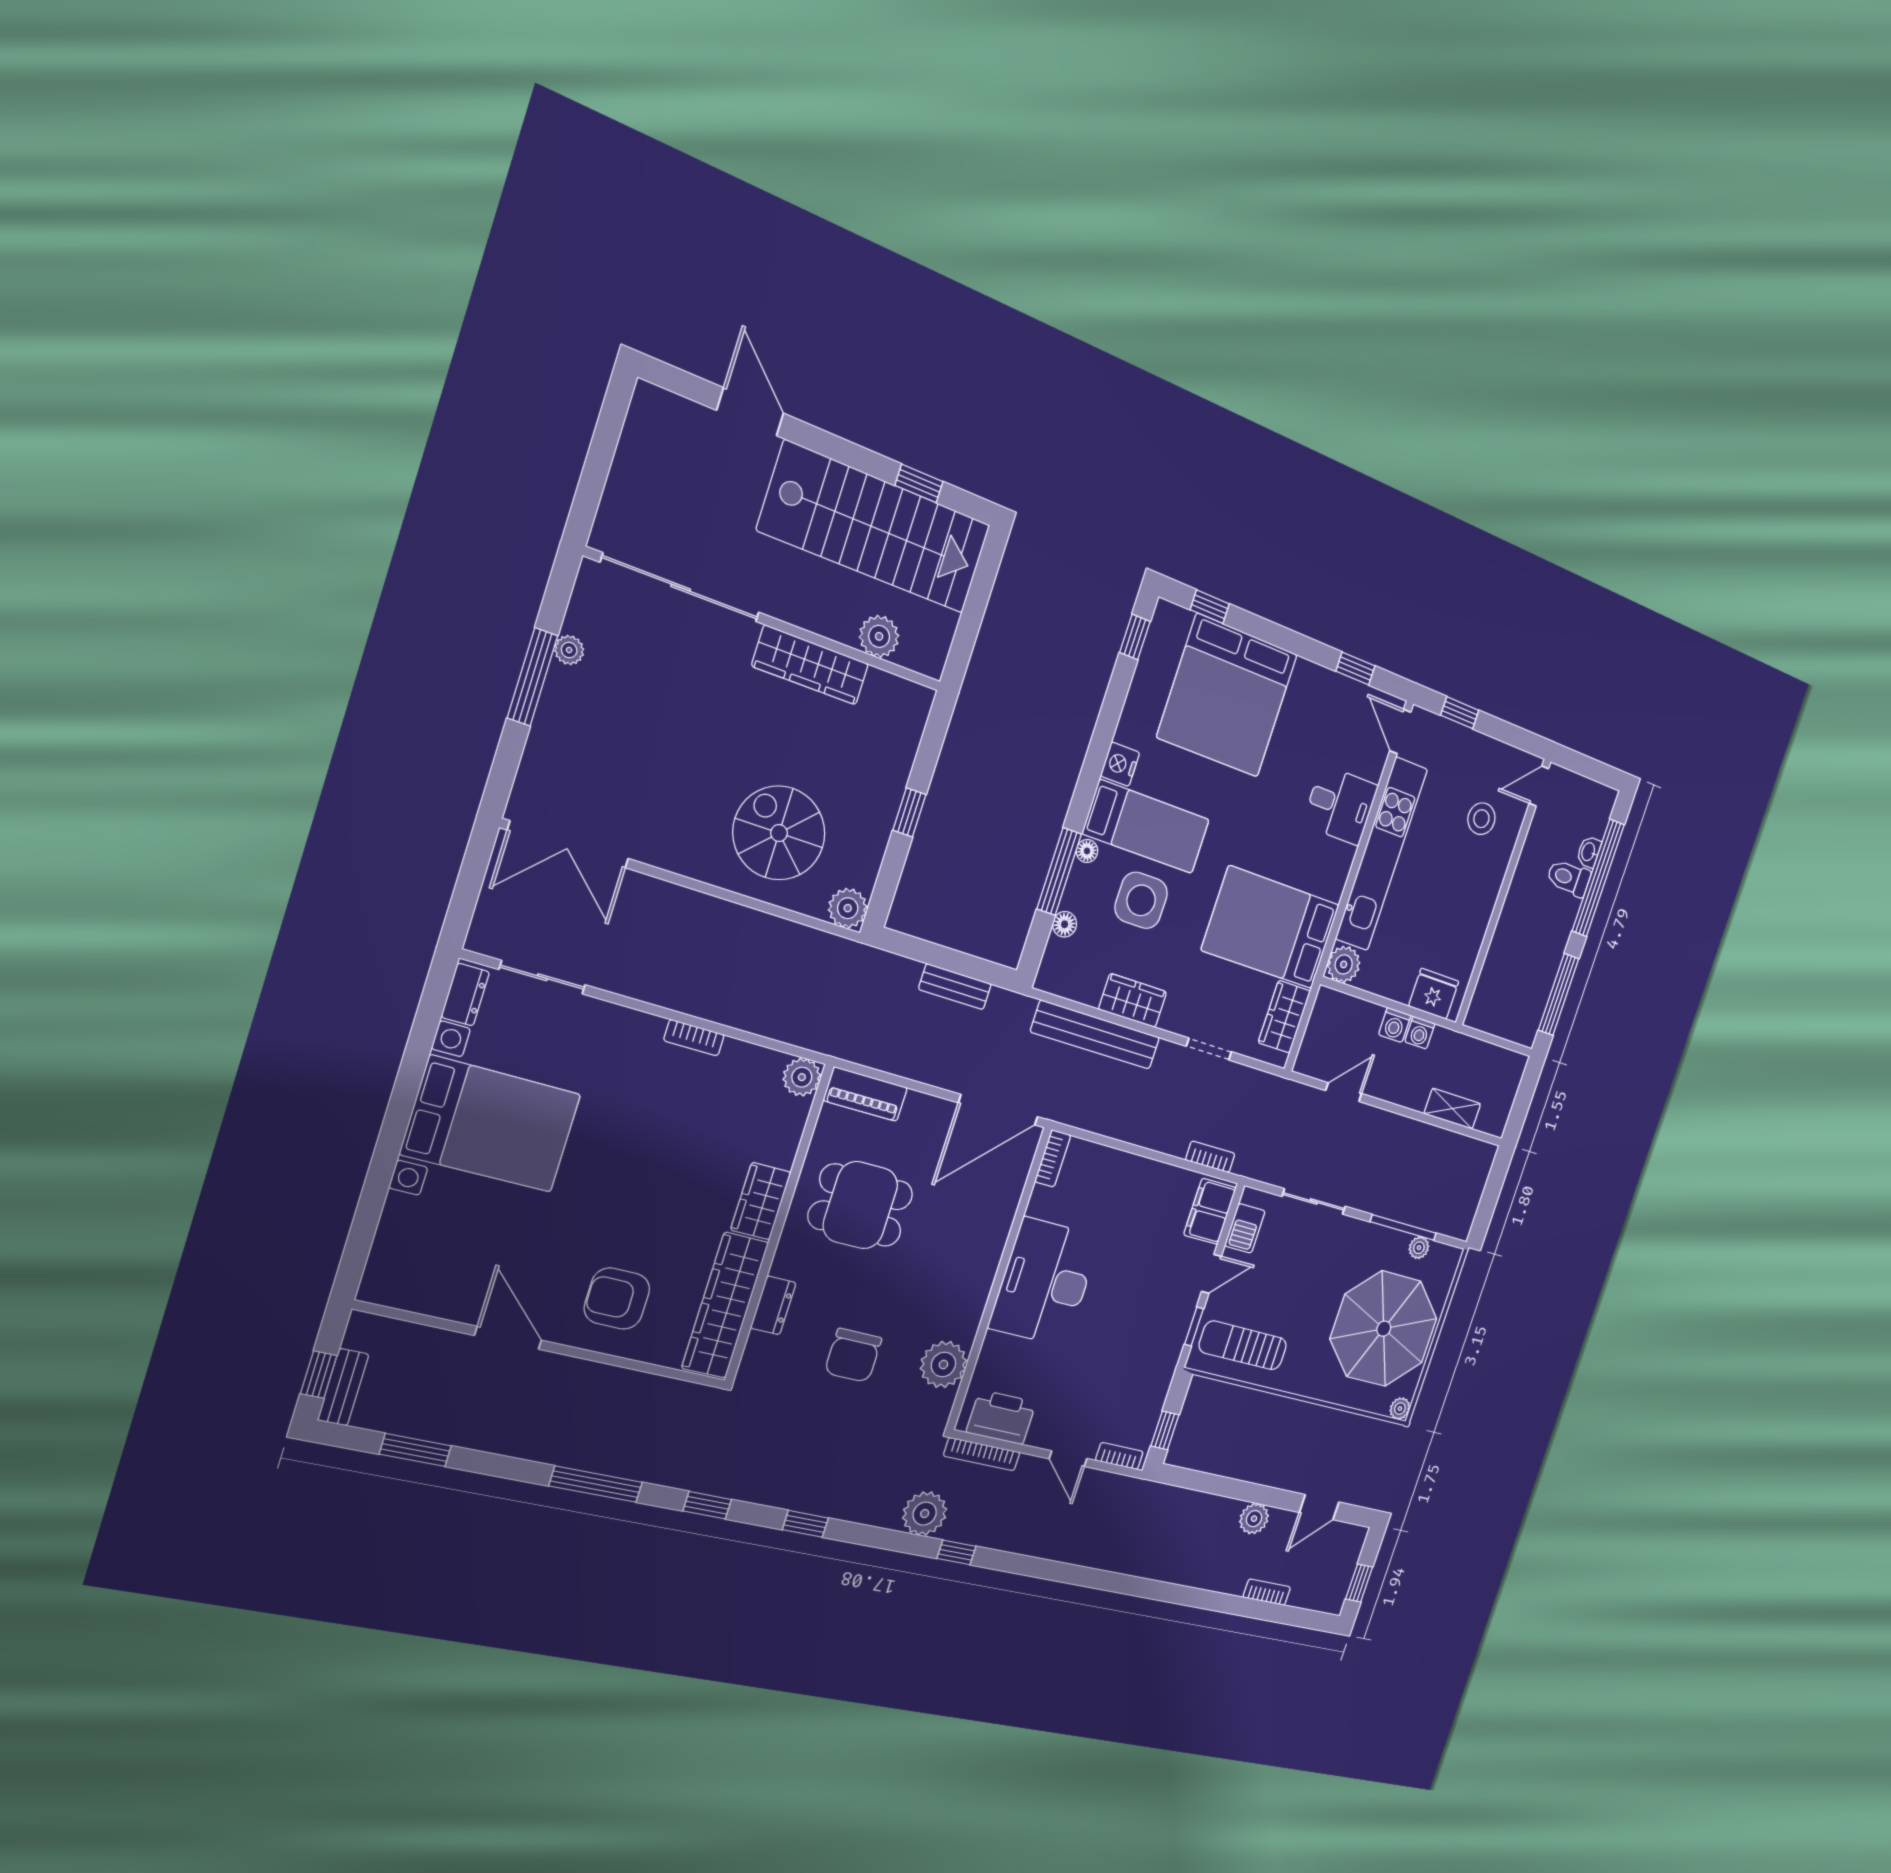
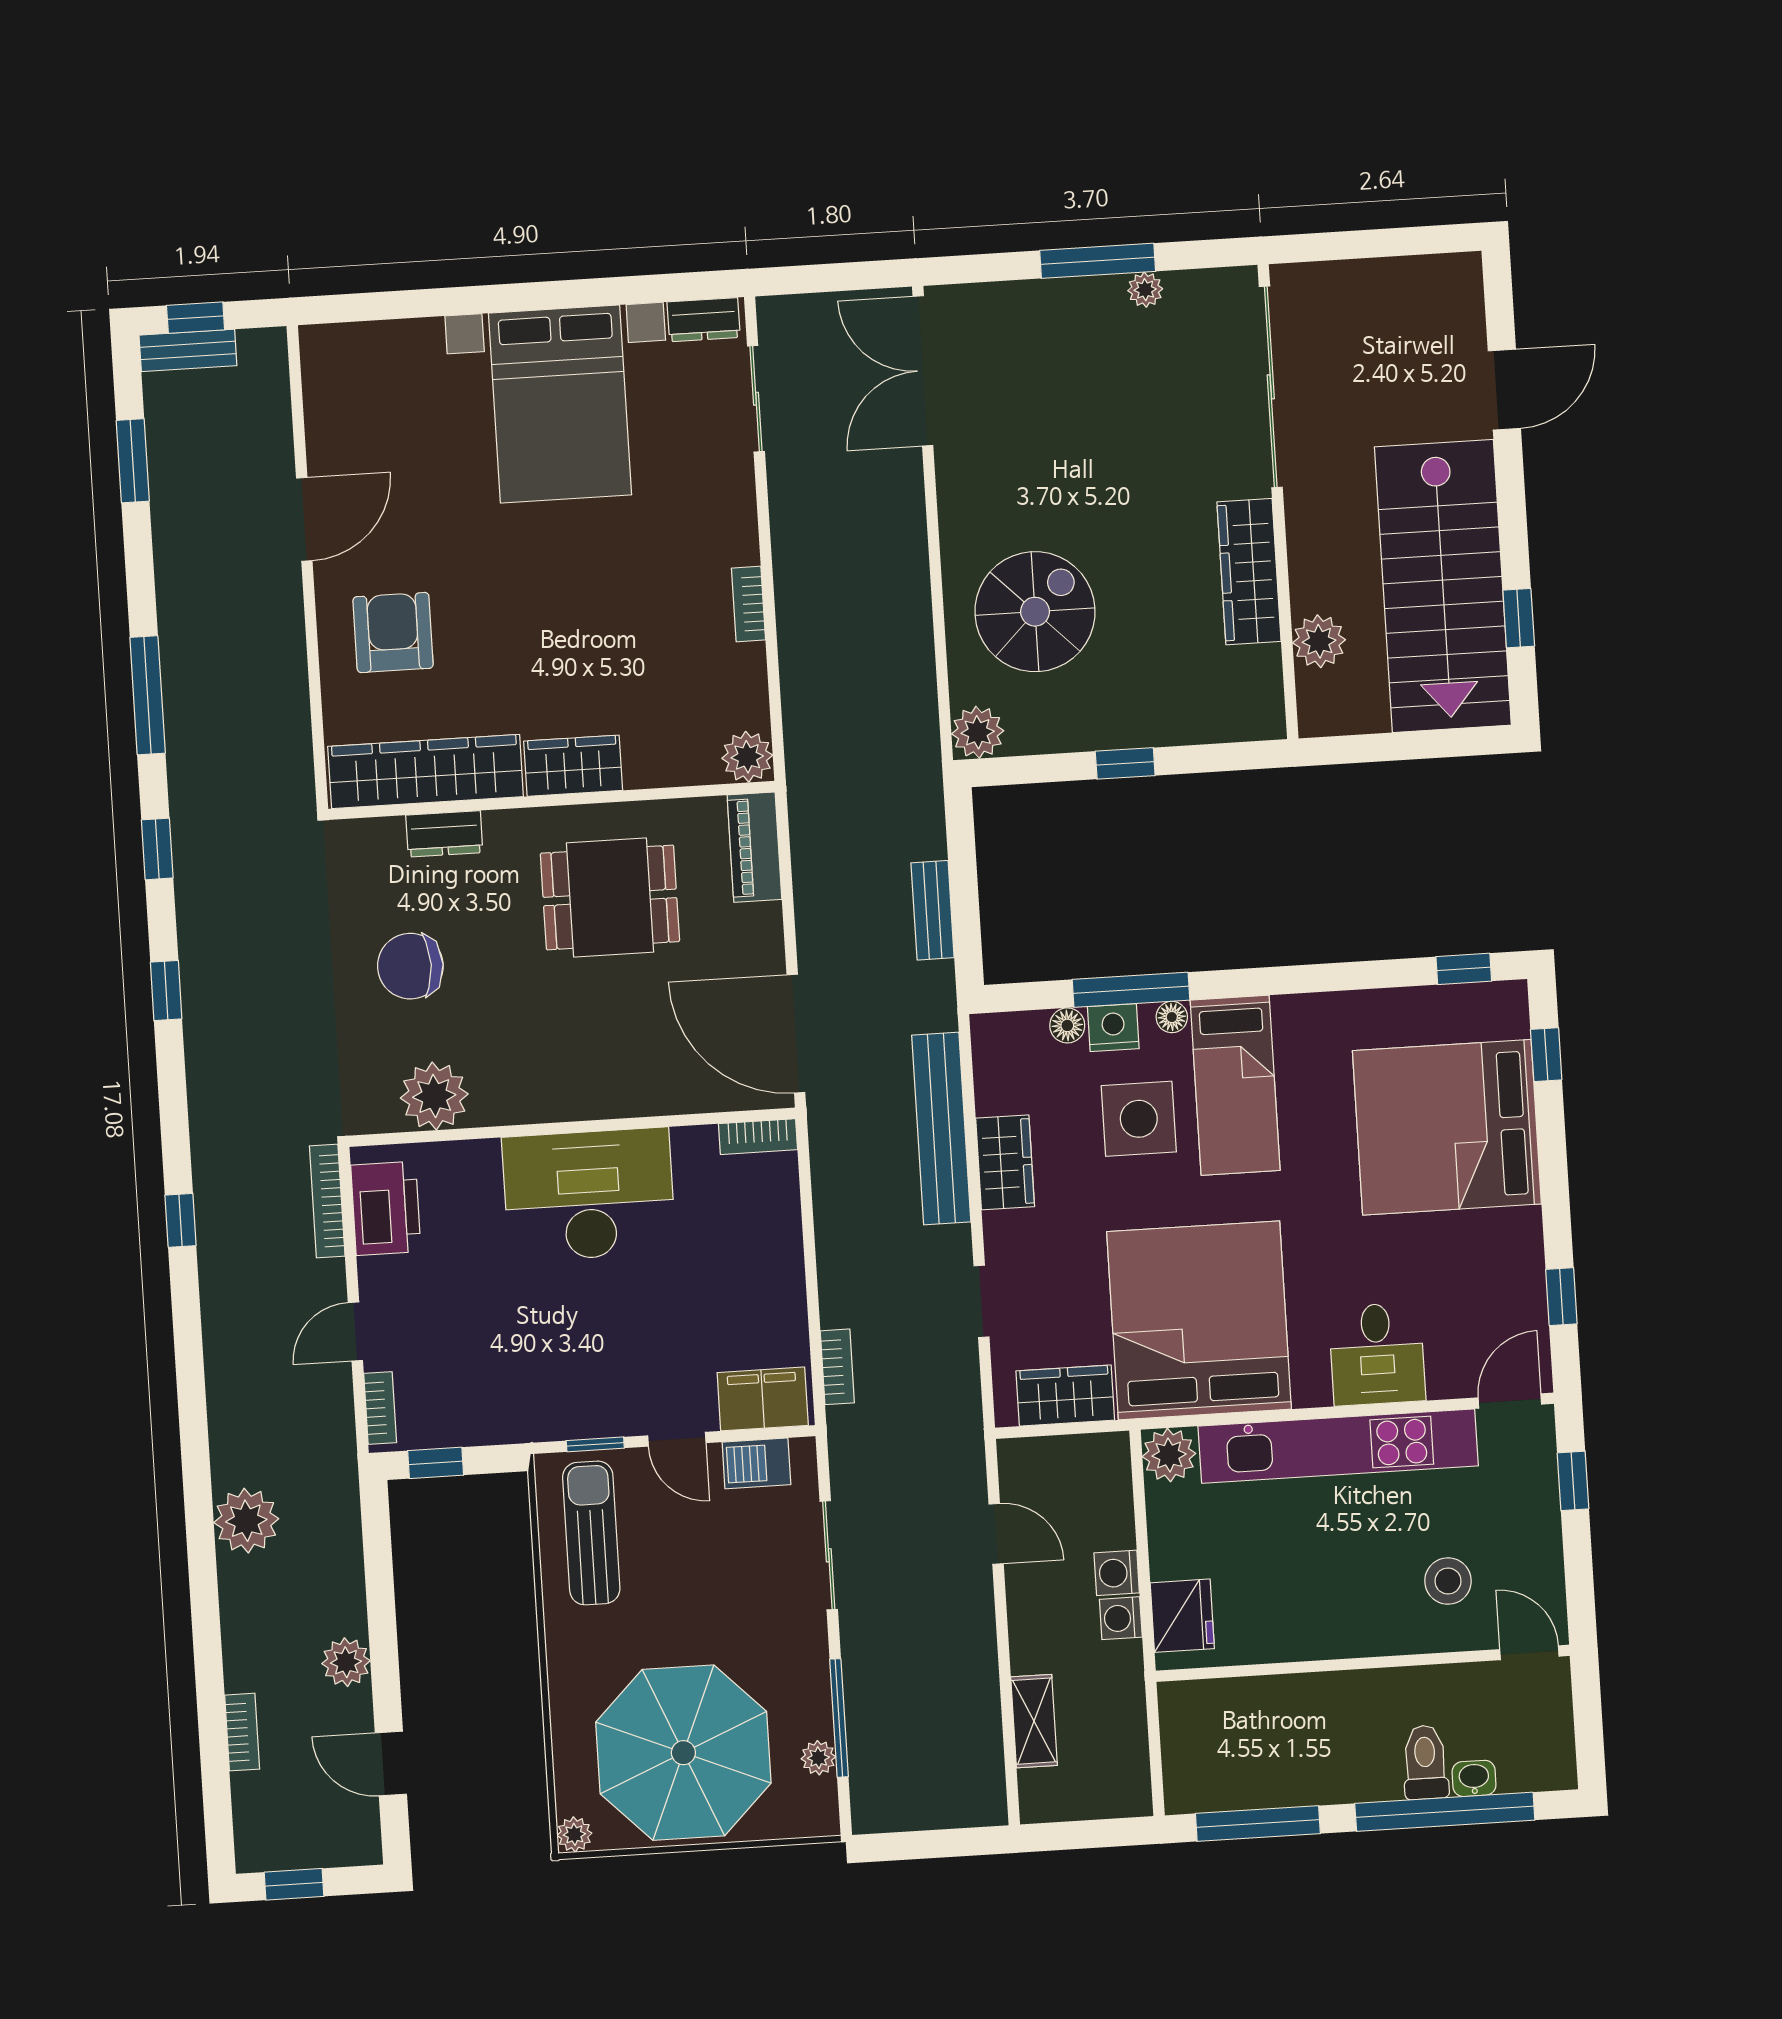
nightstand: (1120, 764) -> (1113, 1028), moved
bed: (1271, 927) -> (1199, 1320), width x1.36
dining table: (860, 1205) -> (610, 897), turned 90
plant: (925, 1514) -> (246, 1521), moved

